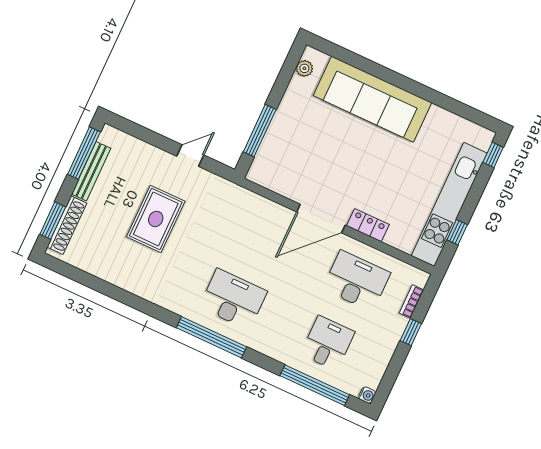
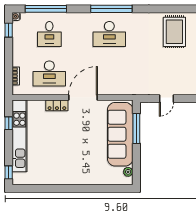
sofa: (373, 99) -> (120, 134), moved, turned -90
rug: (156, 219) -> (174, 32), moved
window: (411, 332) -> (9, 30), moved

